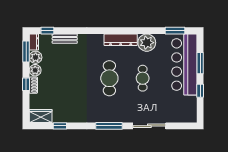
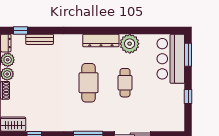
window: (175, 31) -> (161, 30), removed
window: (200, 63) -> (188, 55), moved
bar counter: (184, 65) -> (171, 59), width x0.73

